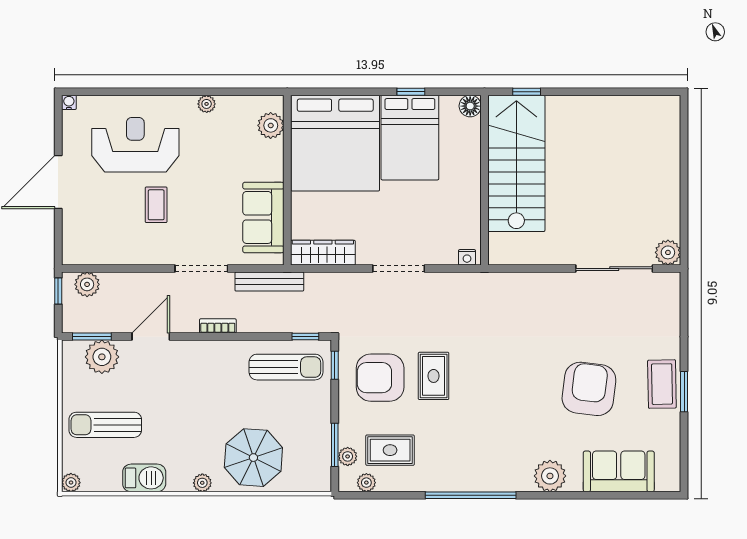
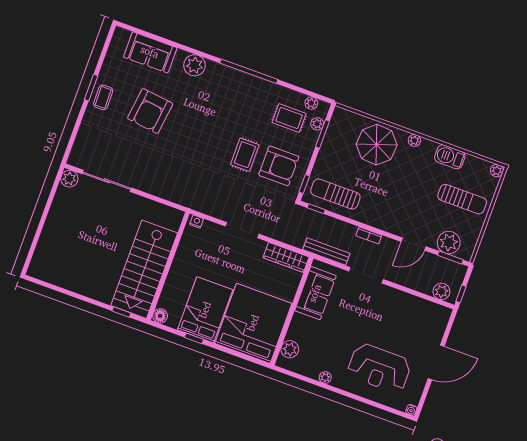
coffee table: (156, 205) -> (380, 326), removed
coffee table: (662, 384) -> (103, 97), width x0.73, depth x0.77

